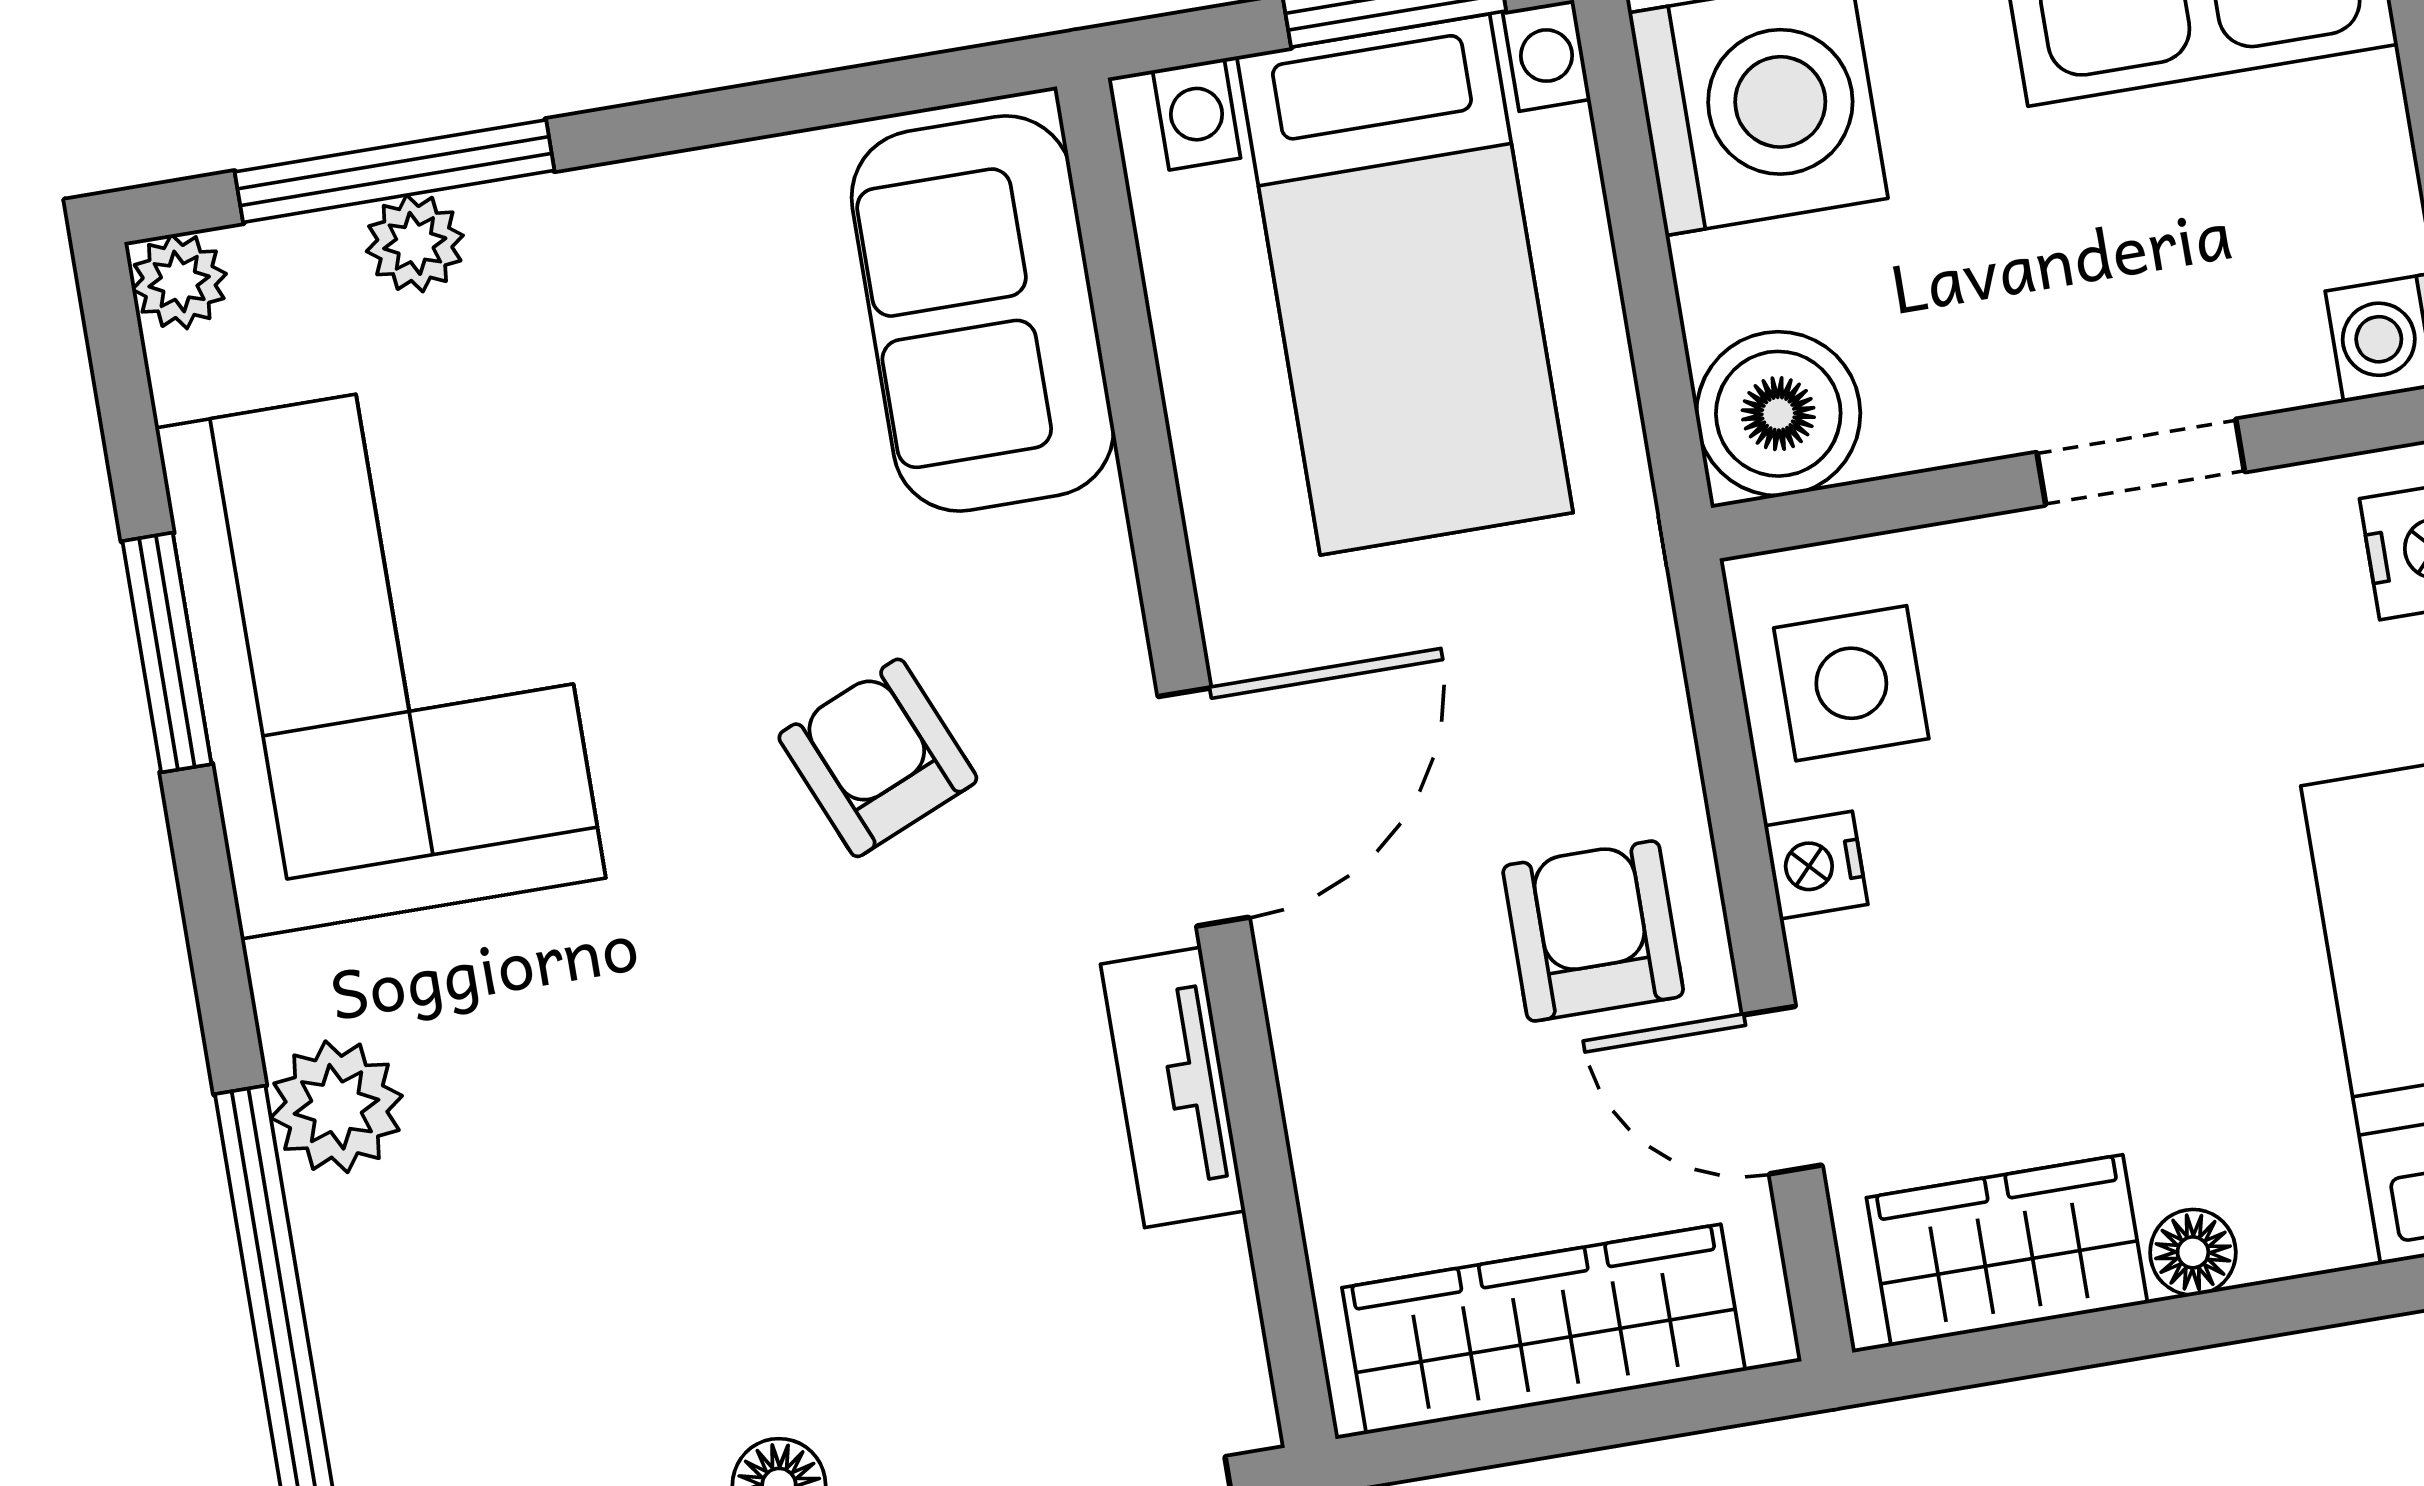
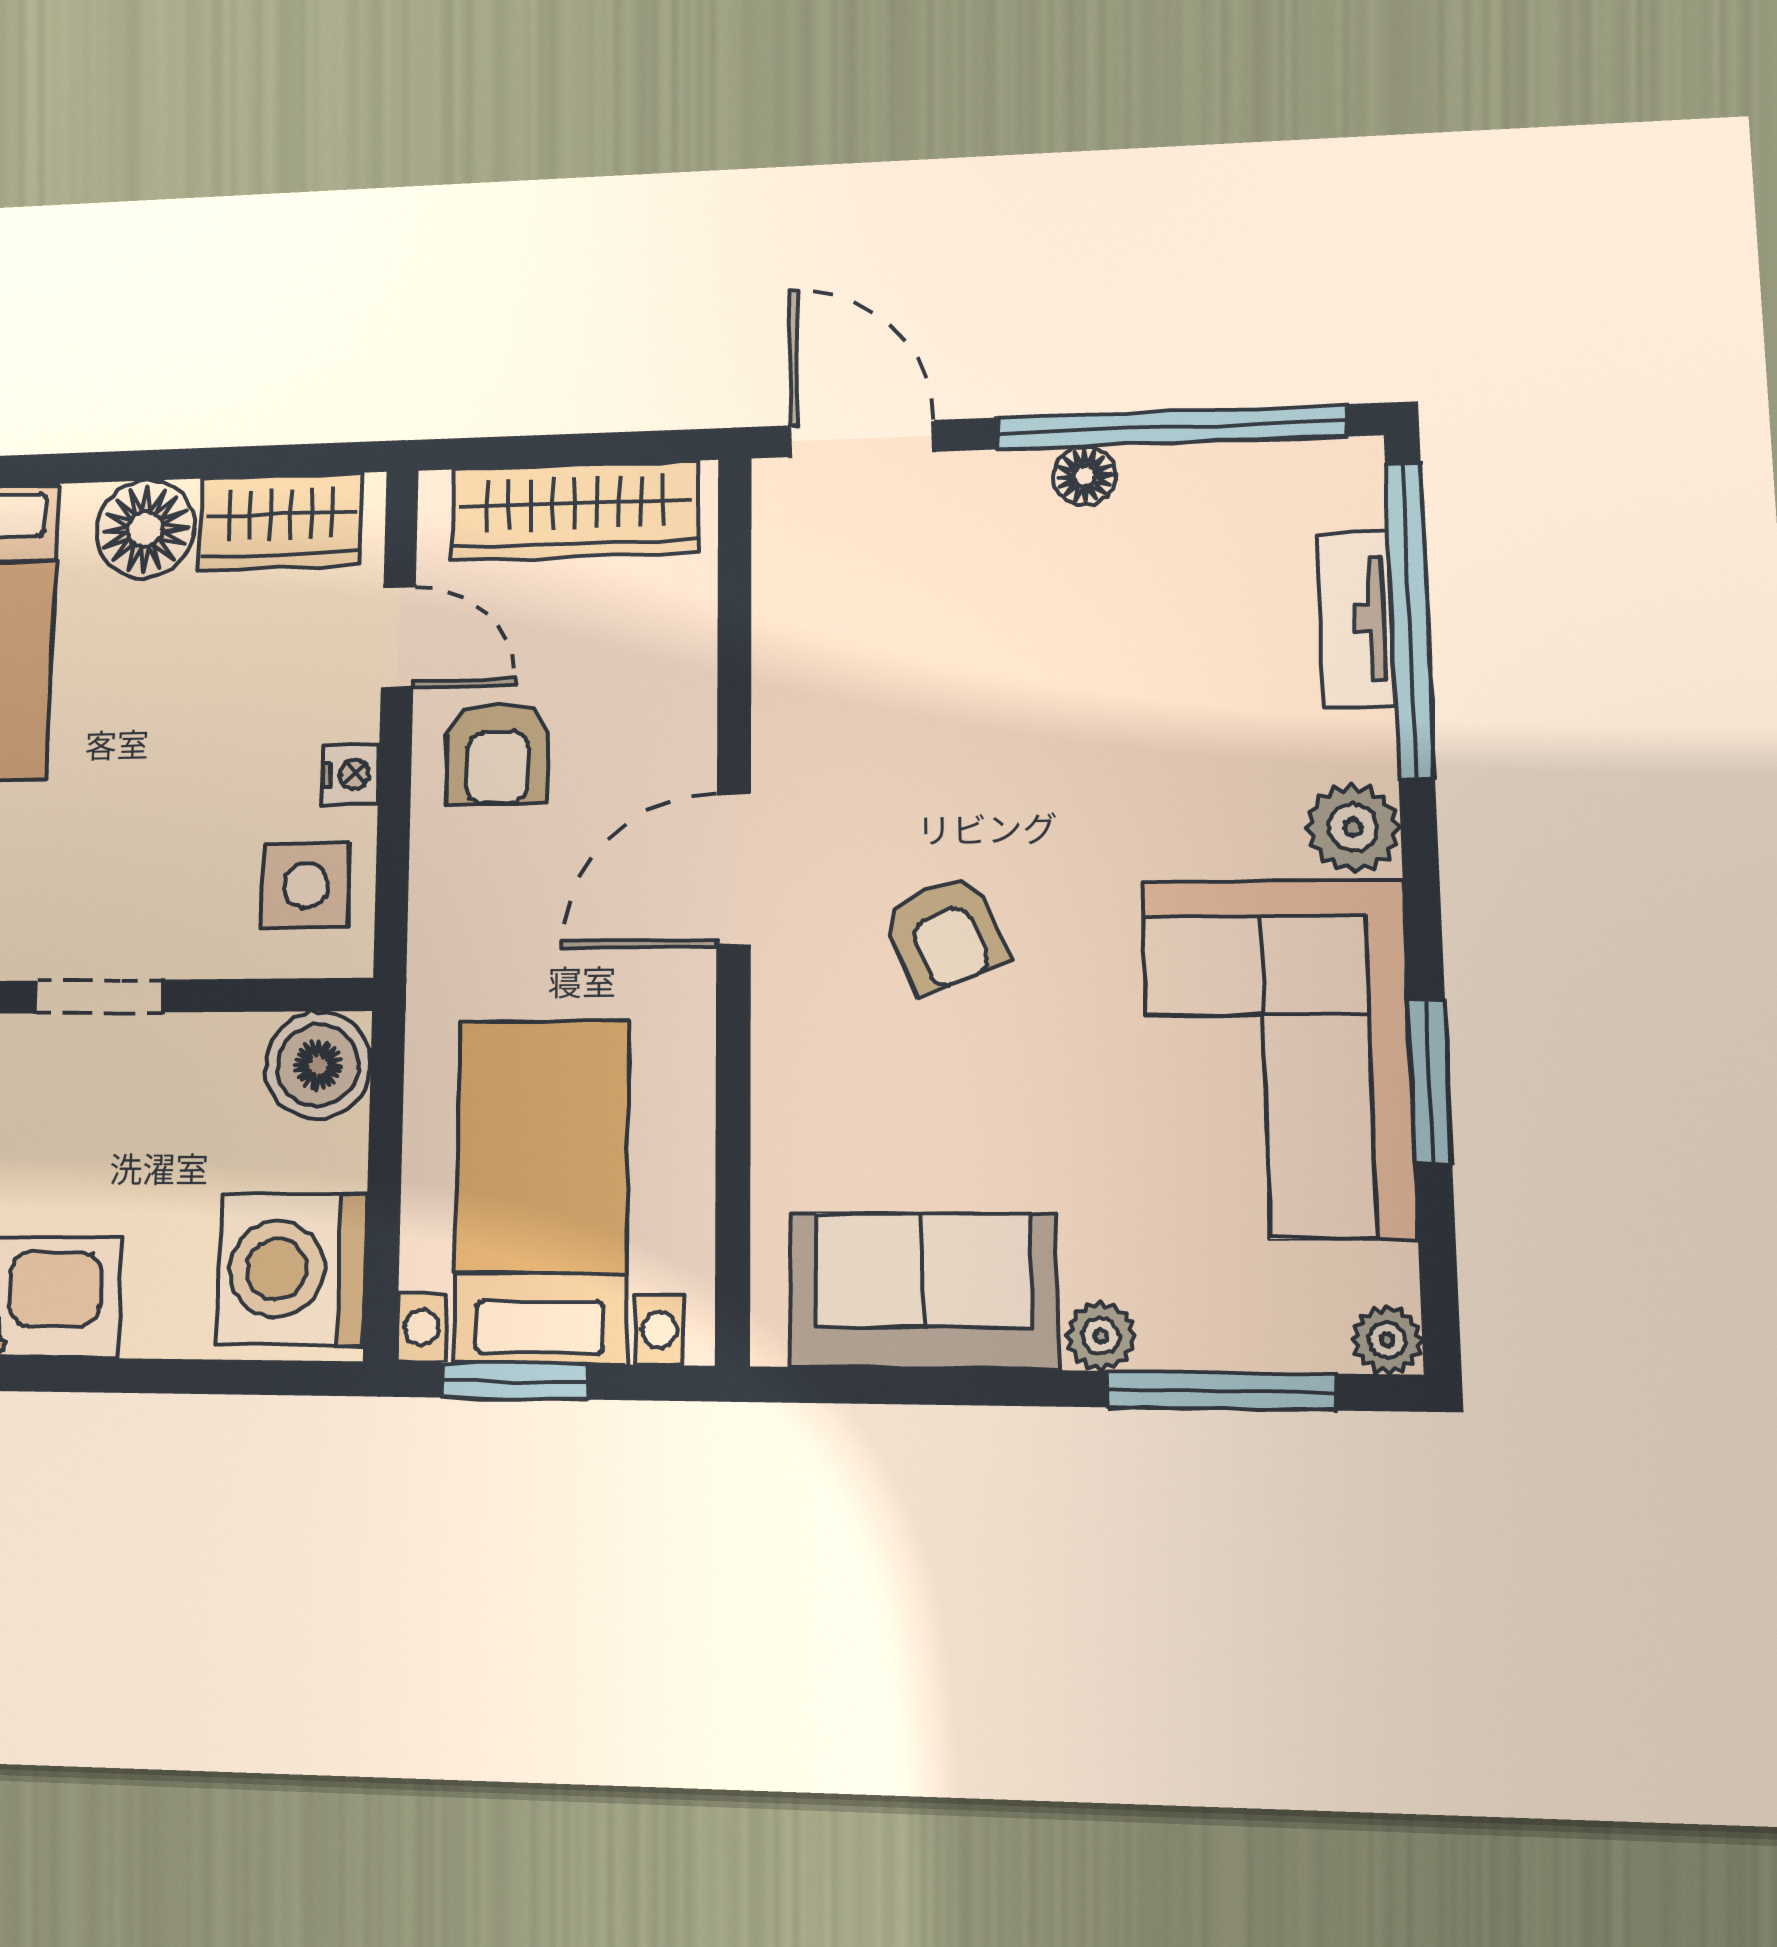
plant: (415, 243) -> (1101, 1336), moved
sofa: (983, 313) -> (923, 1291), moved, turned -90
tv unit: (1173, 1087) -> (1356, 619), moved, turned 180
plant: (337, 1107) -> (1353, 828), moved
floor lamp: (2193, 1252) -> (145, 529), width x1.89, depth x1.89

